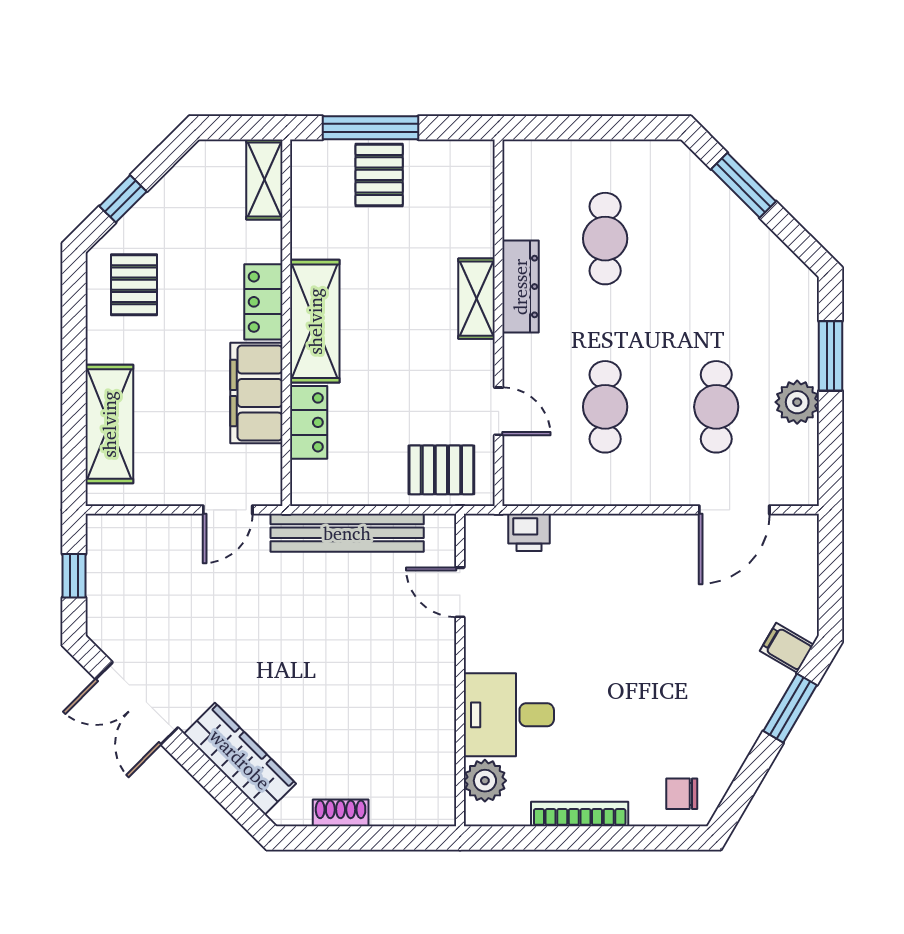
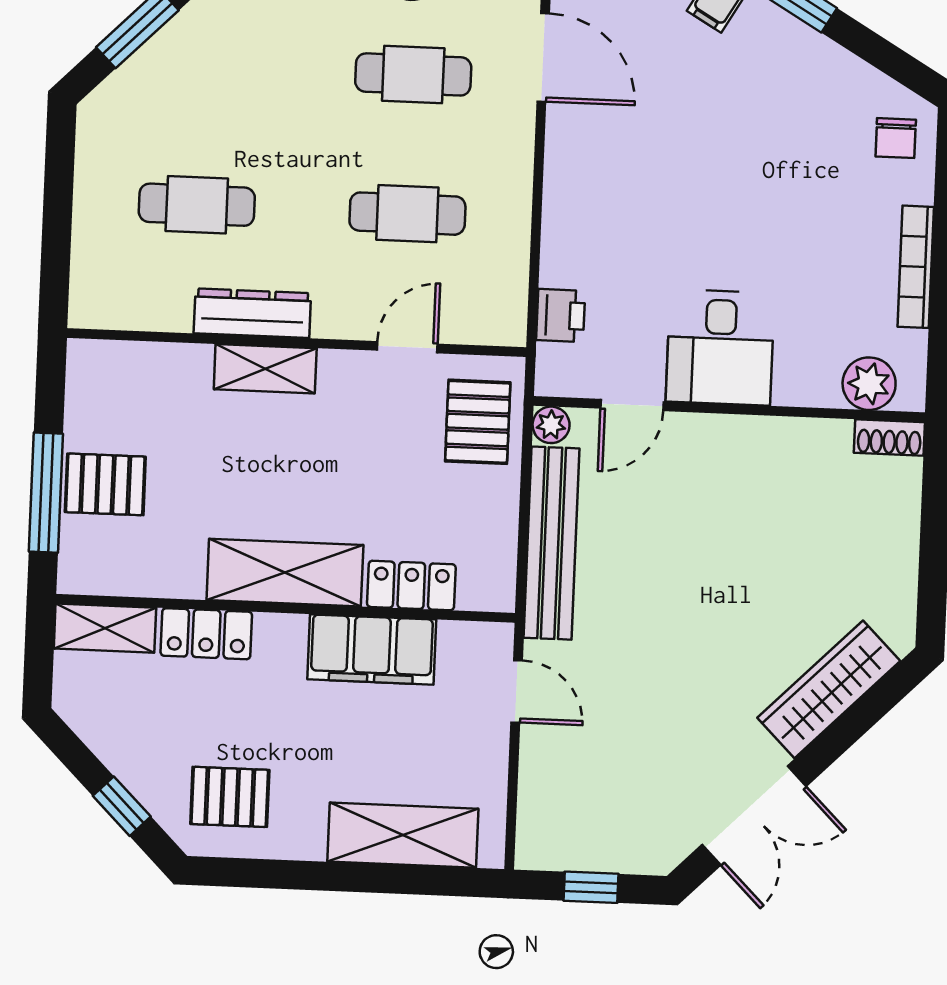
locker: (263, 302) -> (206, 634), moved
plant: (441, 528) -> (551, 425), added
desk: (509, 715) -> (720, 347), moved
shoe rack: (341, 813) -> (889, 438), moved, turned -90

